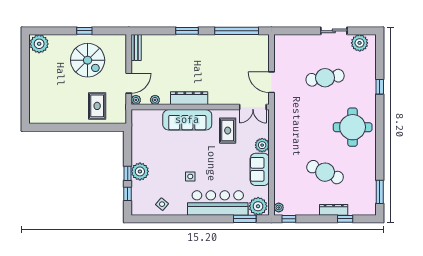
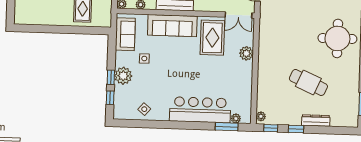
rug: (228, 131) -> (212, 38), width x1.36, depth x1.43
sofa: (260, 169) -> (125, 34), moved, turned 180
side table: (190, 176) -> (144, 59), moved
plant: (258, 206) -> (236, 119), width x0.53, depth x0.53
window: (345, 219) -> (296, 129), moved

